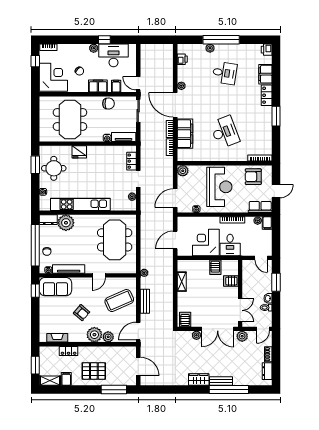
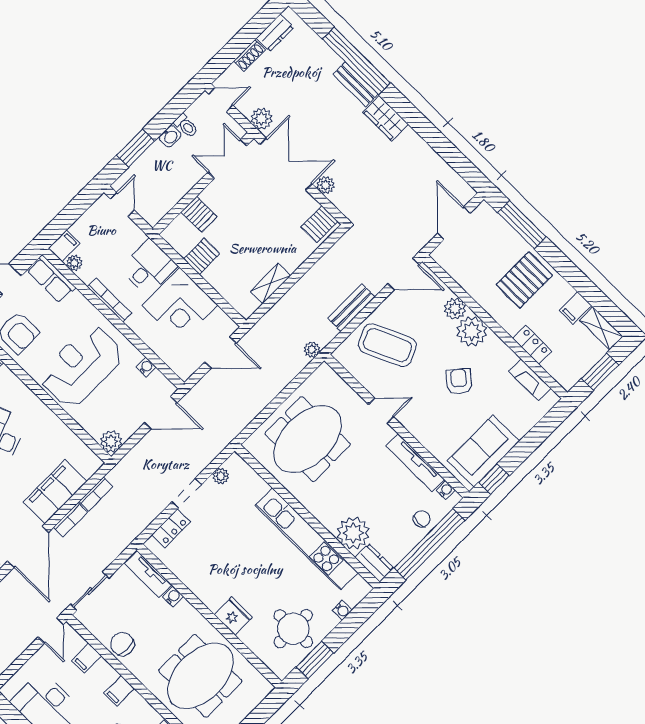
filing cabinet: (98, 86) -> (119, 691), width x0.50
sofa: (55, 287) -> (484, 451), moved, turned -90
pallet: (94, 371) -> (524, 280), turned 90

